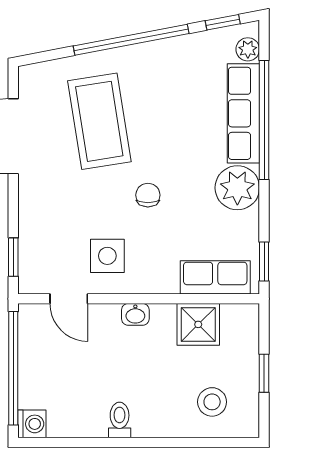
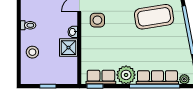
chair: (148, 195) -> (123, 37), removed
row of seats: (215, 277) -> (101, 77), moved, turned -90
shower: (198, 324) -> (68, 48), moved
stool: (212, 402) -> (32, 52), moved

